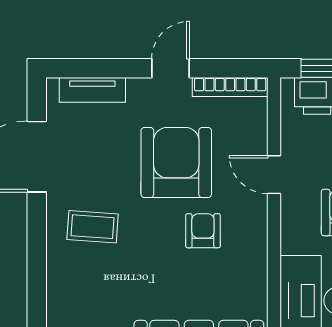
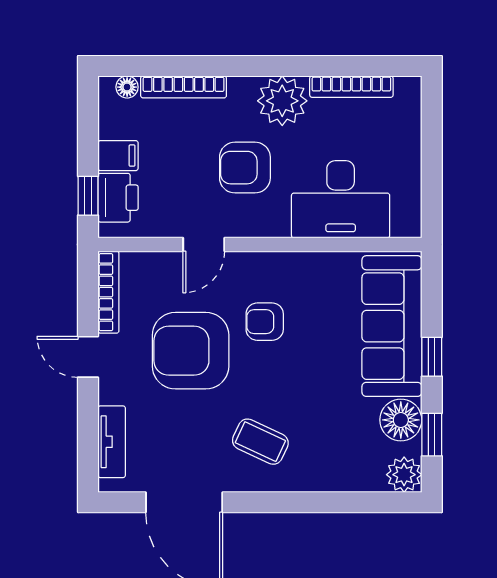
coffee table: (93, 227) -> (260, 442), turned -69

